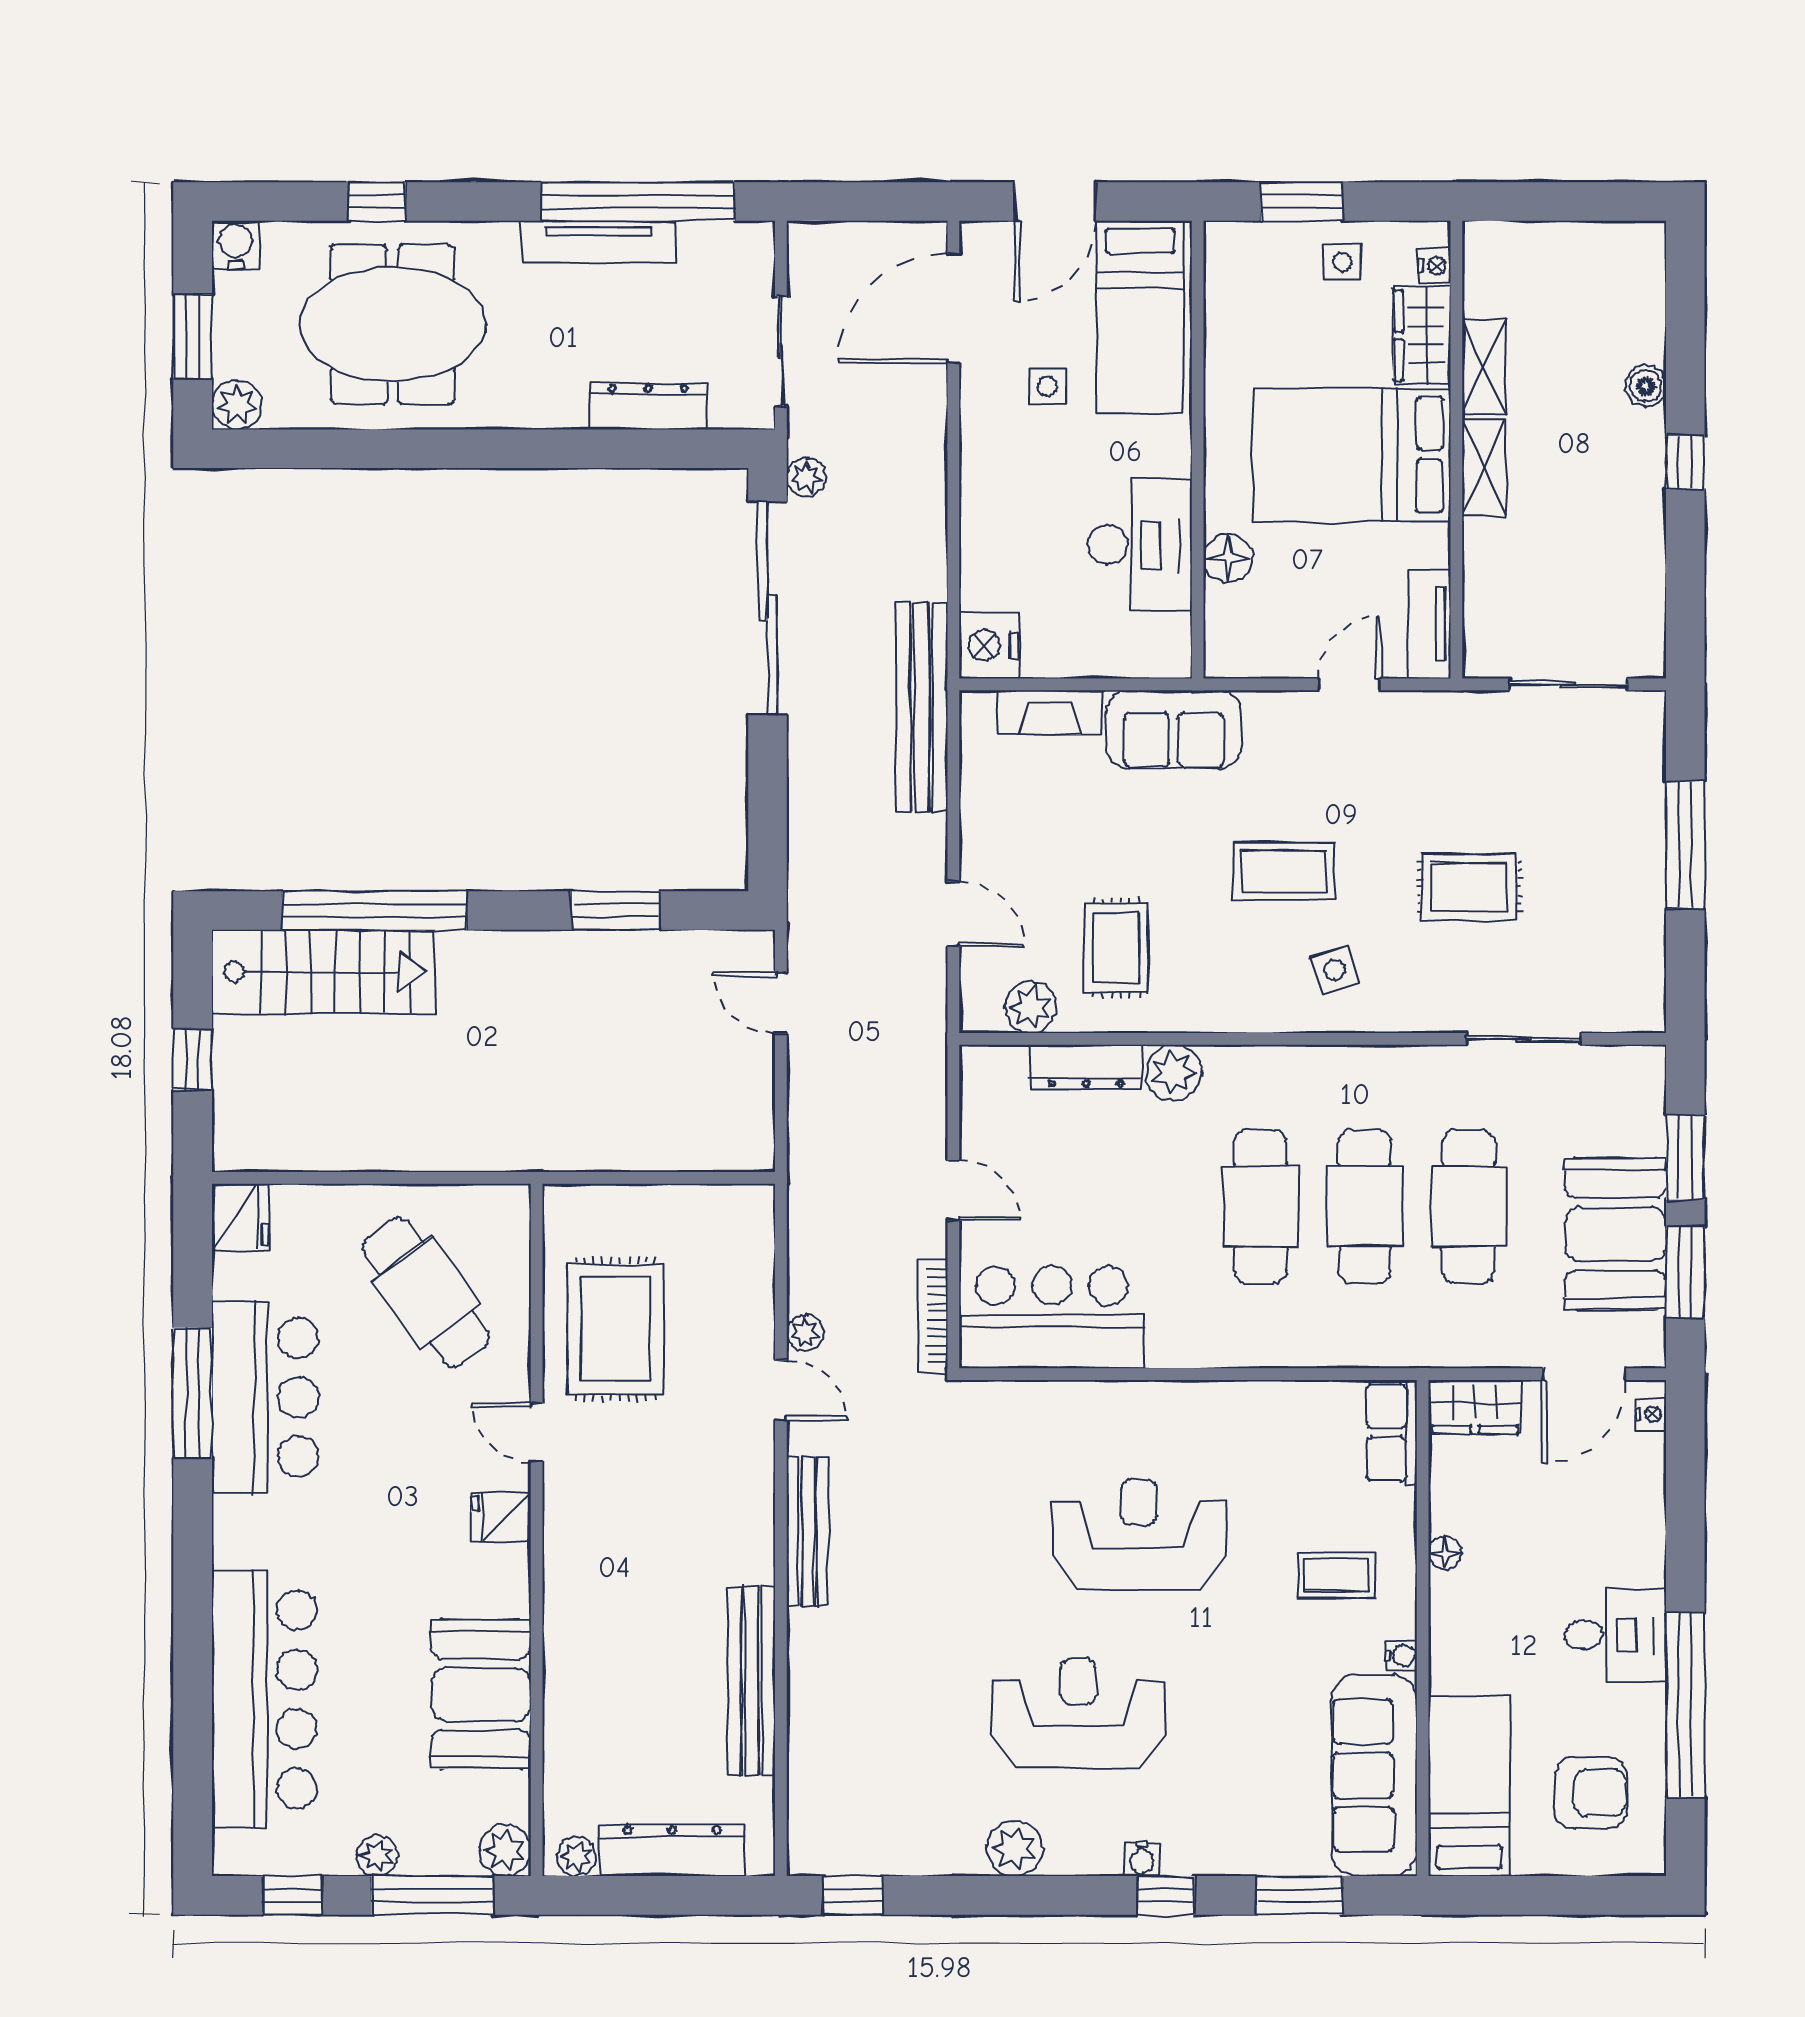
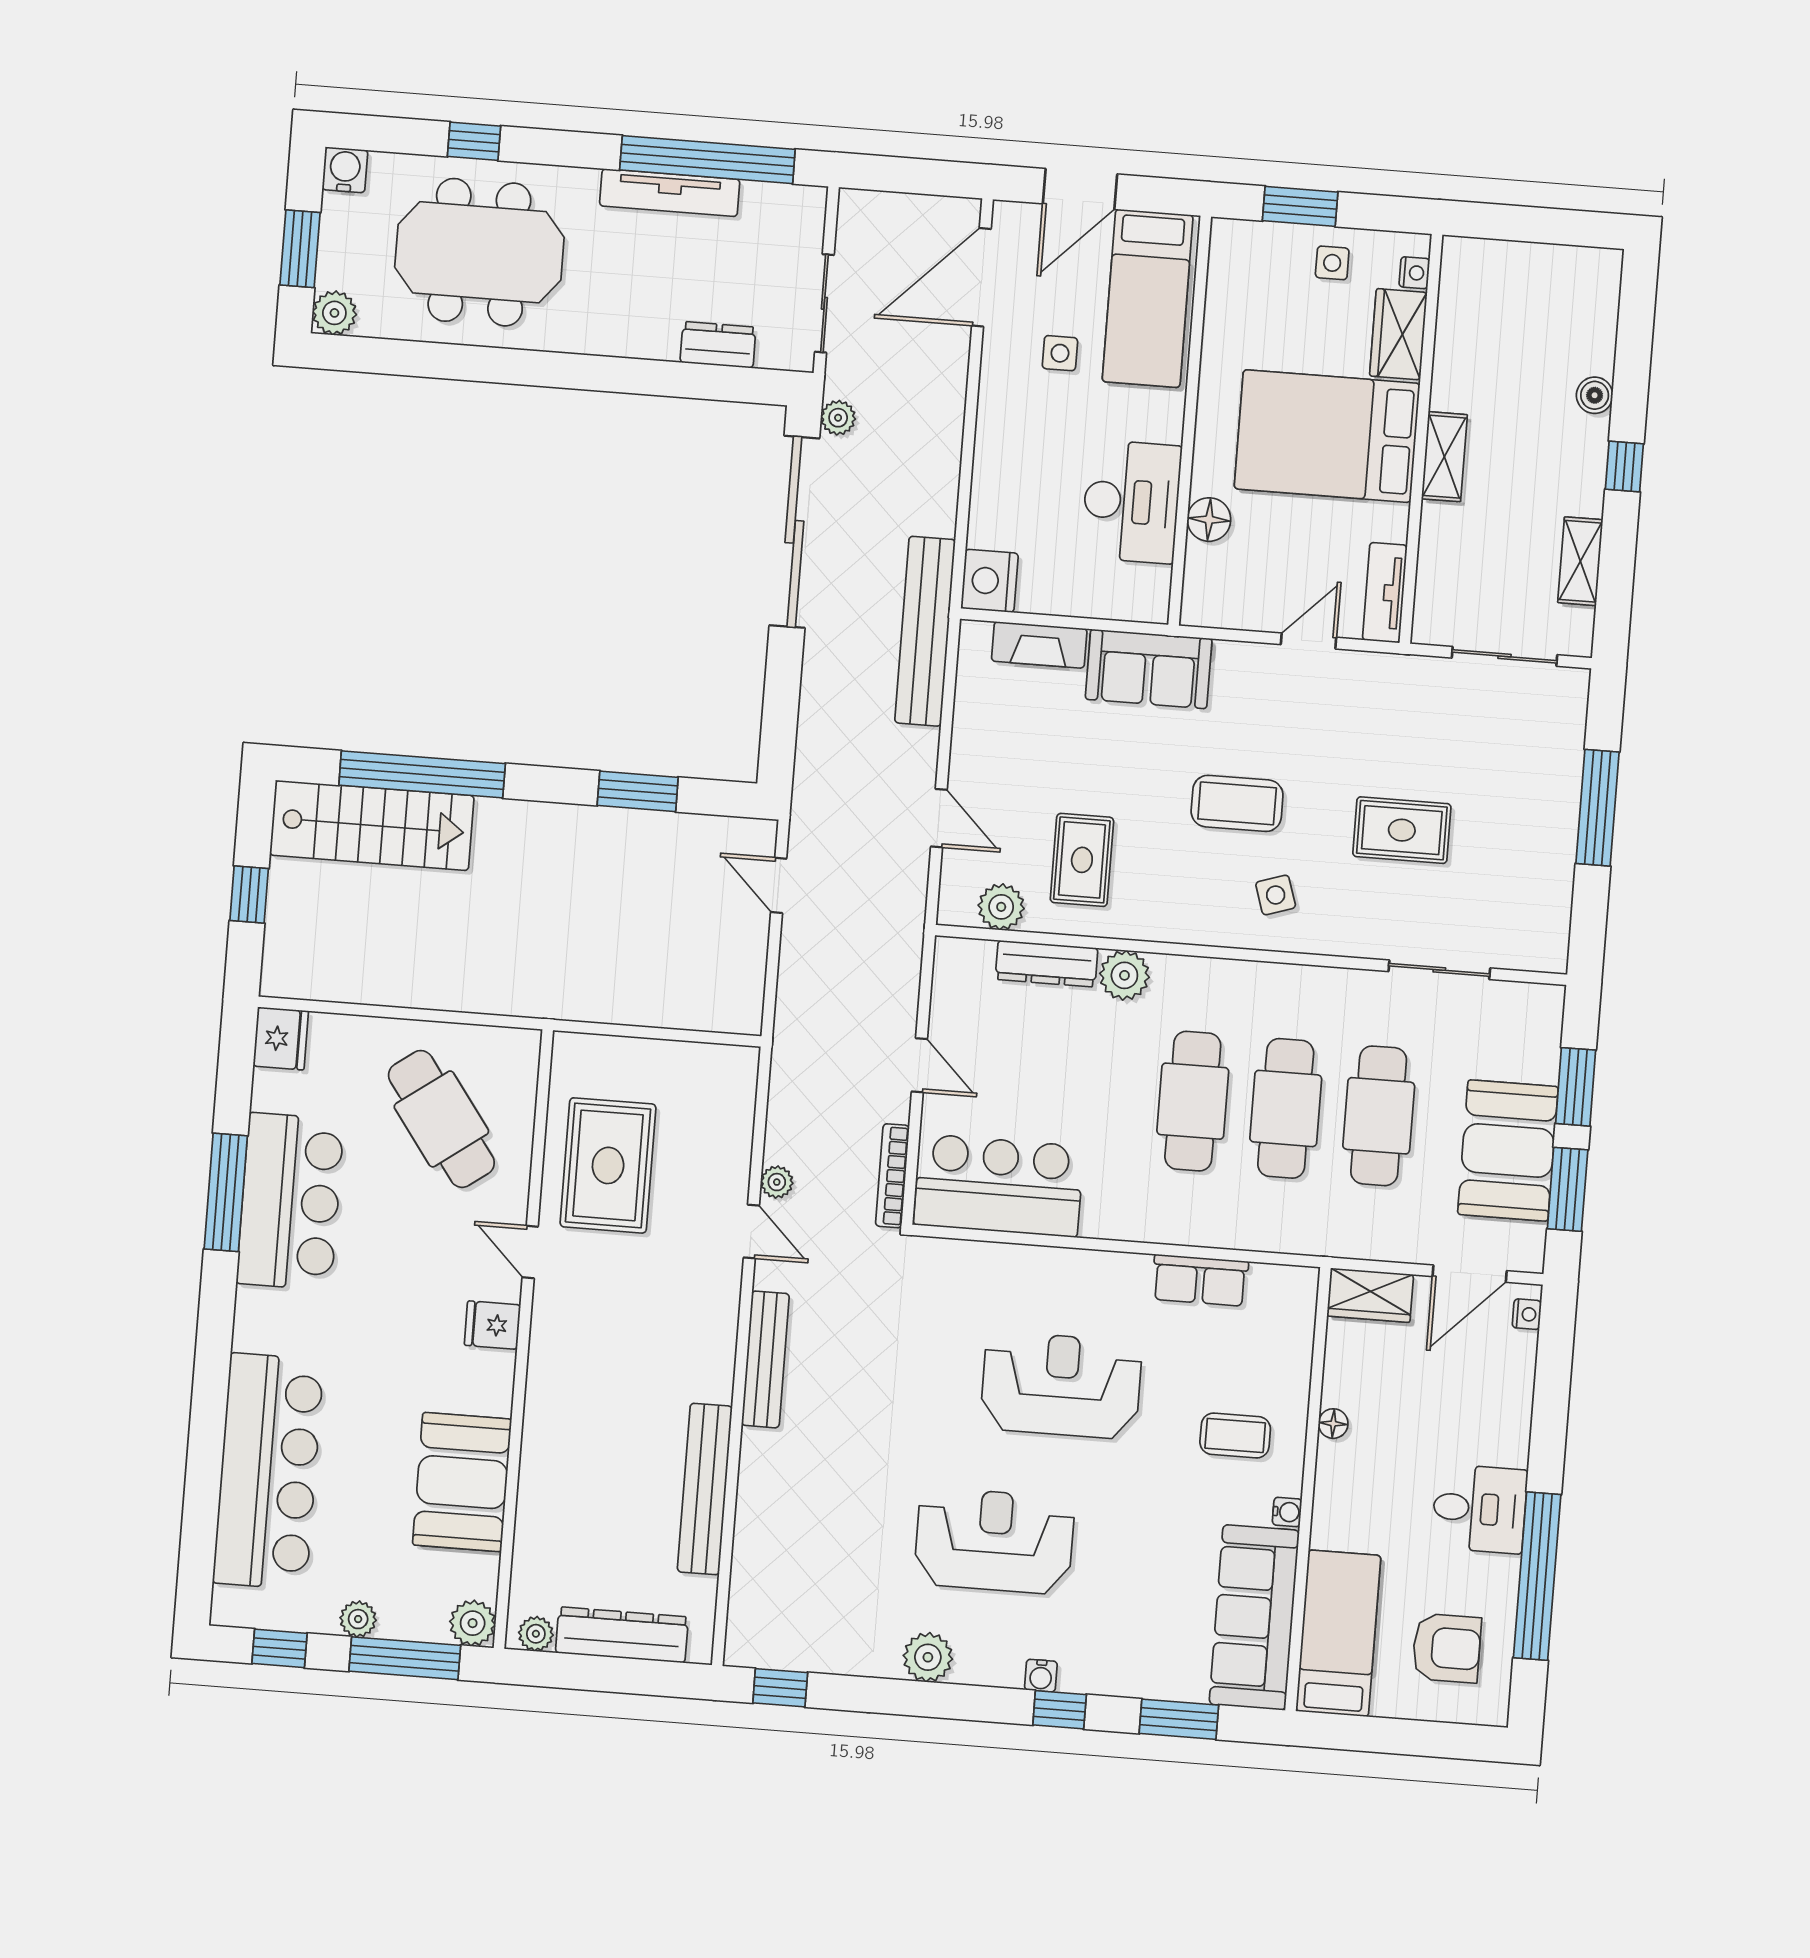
shelving: (1484, 367) -> (1580, 561), moved
dresser: (648, 407) -> (718, 345), width x0.70
row of seats: (1392, 1433) -> (1200, 1280), moved, turned -90

